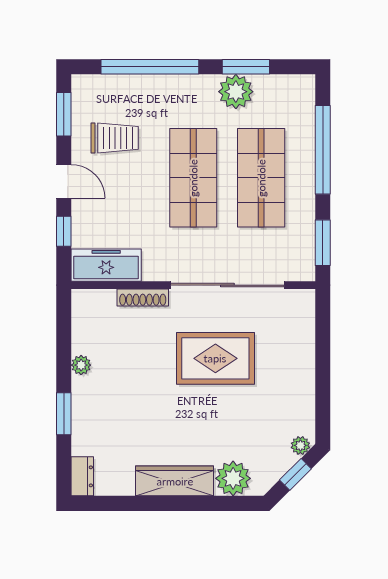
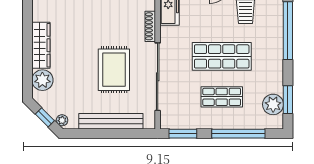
window: (246, 67) -> (288, 100), moved
plant: (236, 92) -> (273, 104), moved
shop shelf: (261, 178) -> (222, 97), width x0.70, depth x0.74
bench: (302, 364) -> (111, 121), added

